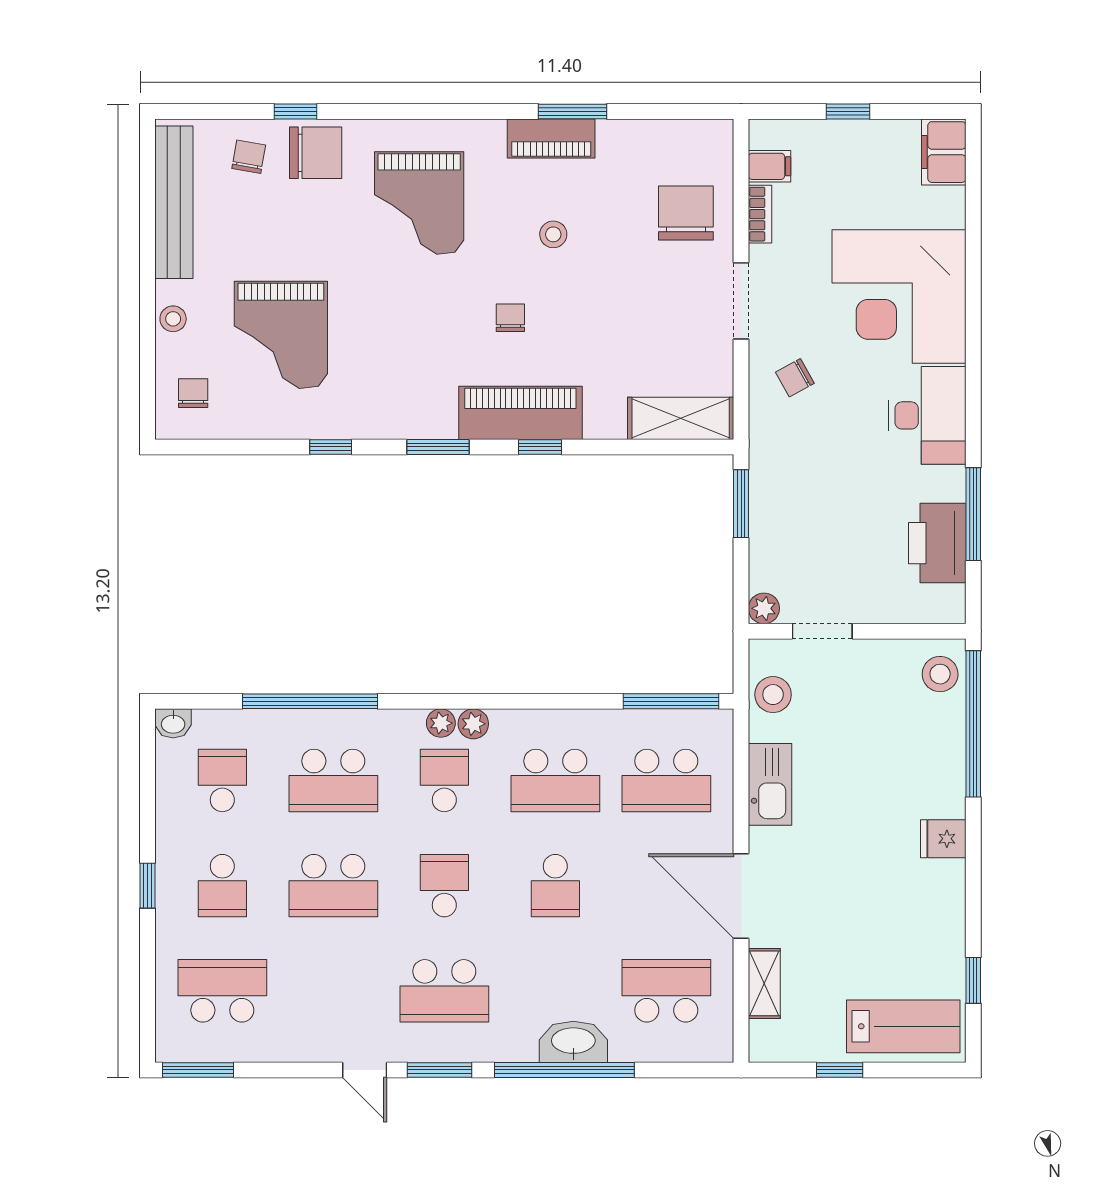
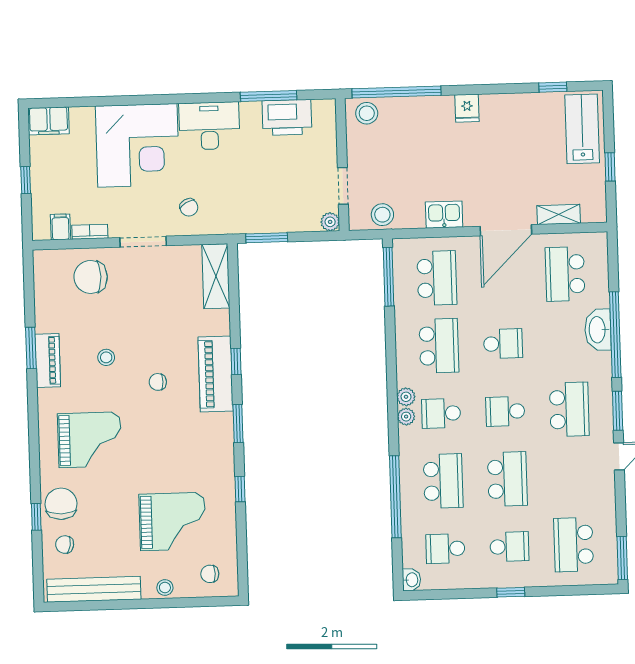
kitchen sink: (770, 784) -> (444, 215), width x0.73

